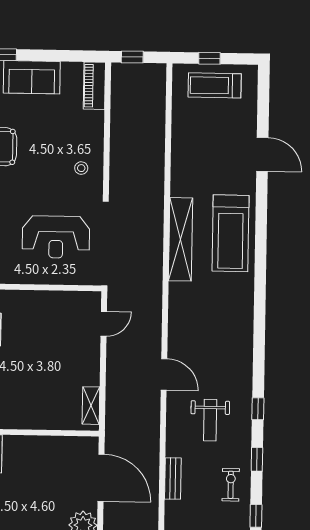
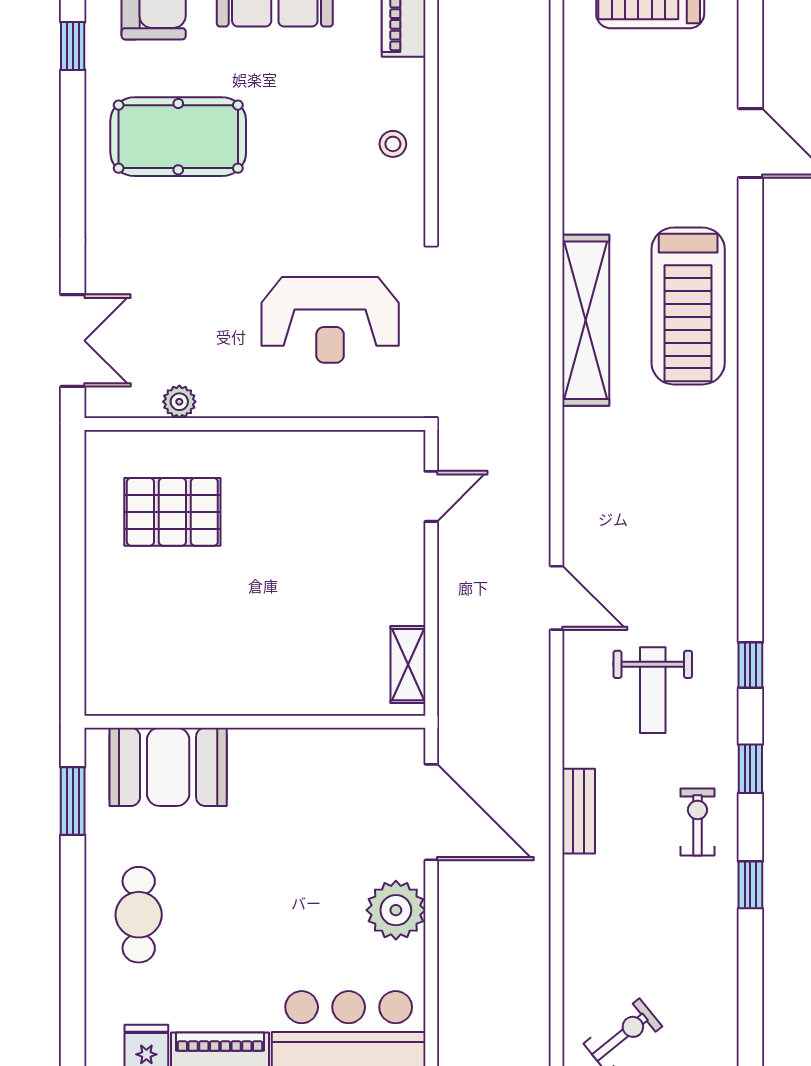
stool: (81, 168) -> (393, 144), moved

